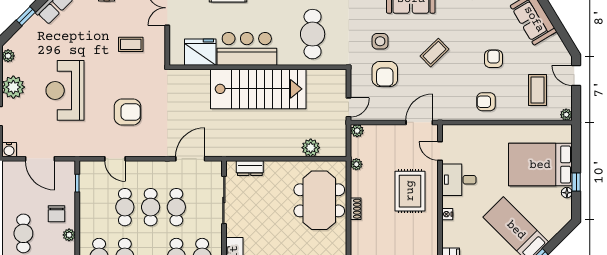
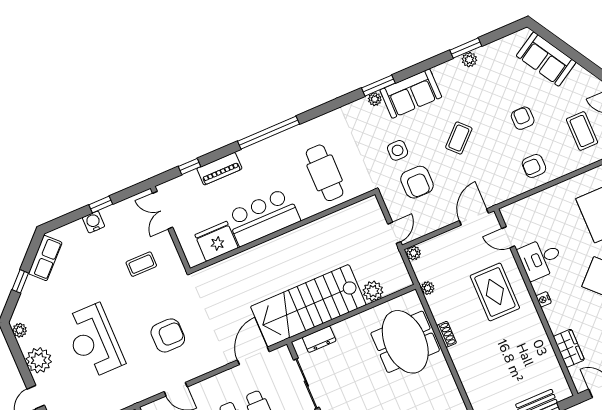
stairs: (258, 89) -> (308, 306), moved, turned 180

